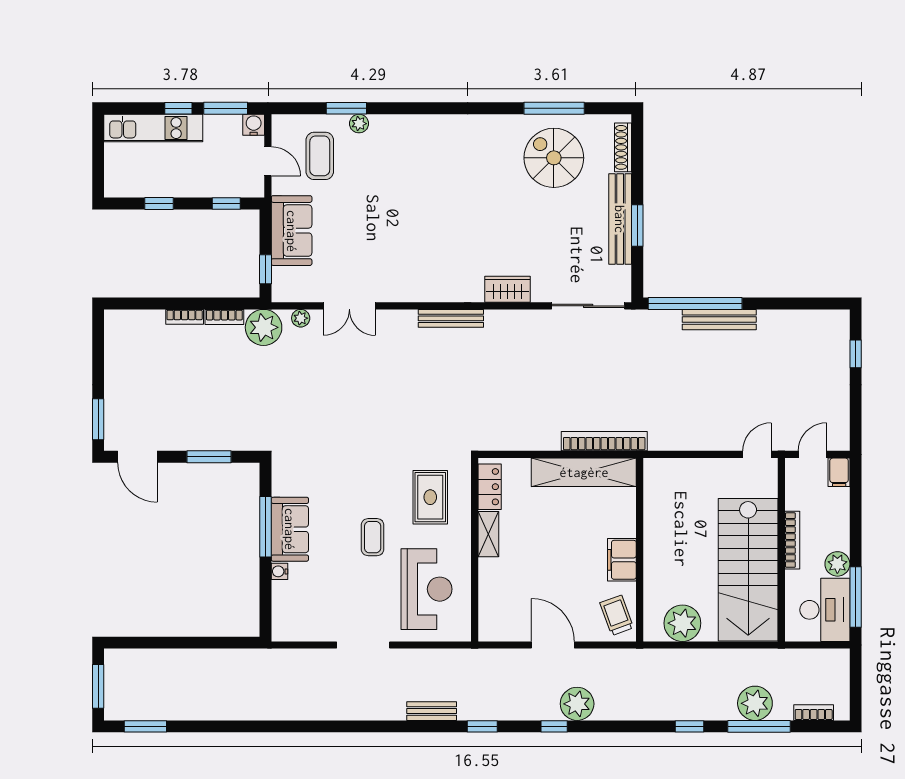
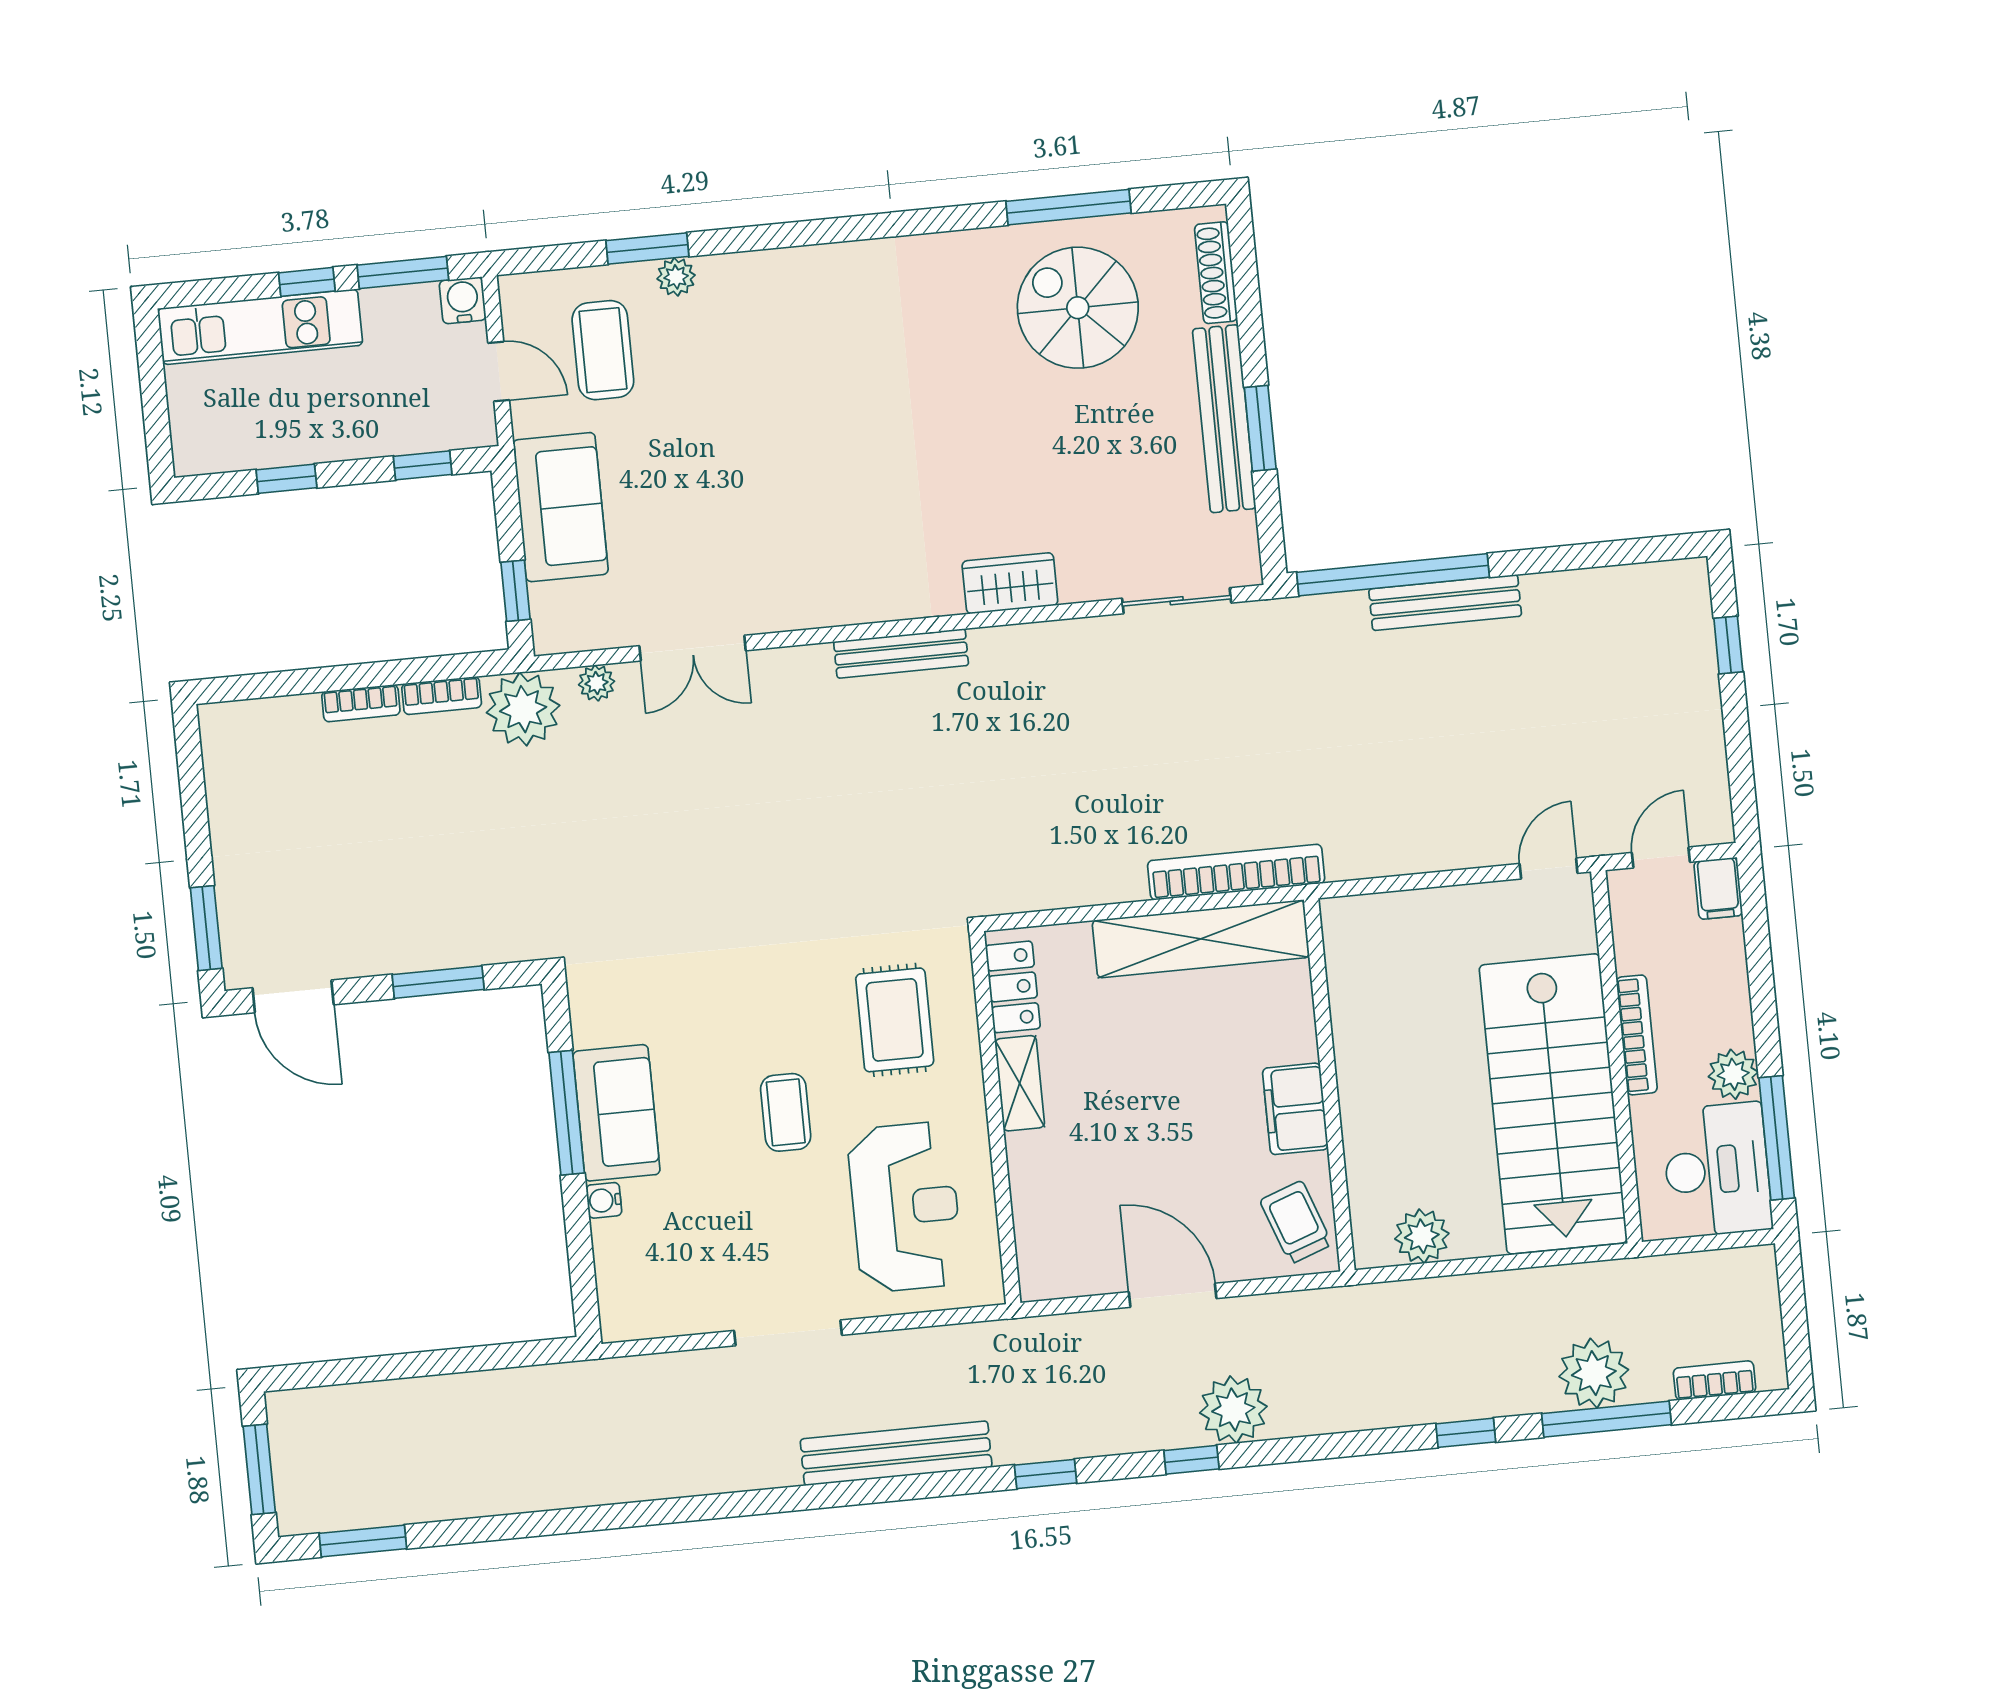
sliding door: (588, 306) -> (1177, 601), width x0.73
plant: (682, 623) -> (1422, 1236), width x0.73, depth x0.73
bench: (432, 711) -> (896, 1453), width x1.86, depth x1.21

